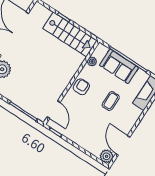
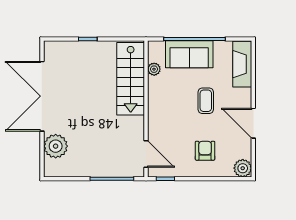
stairs: (70, 34) -> (131, 79), moved, turned 90
armchair: (81, 87) -> (205, 151), moved
door: (123, 145) -> (253, 123), moved

